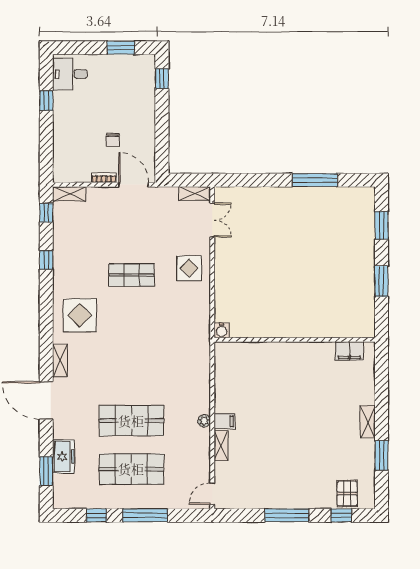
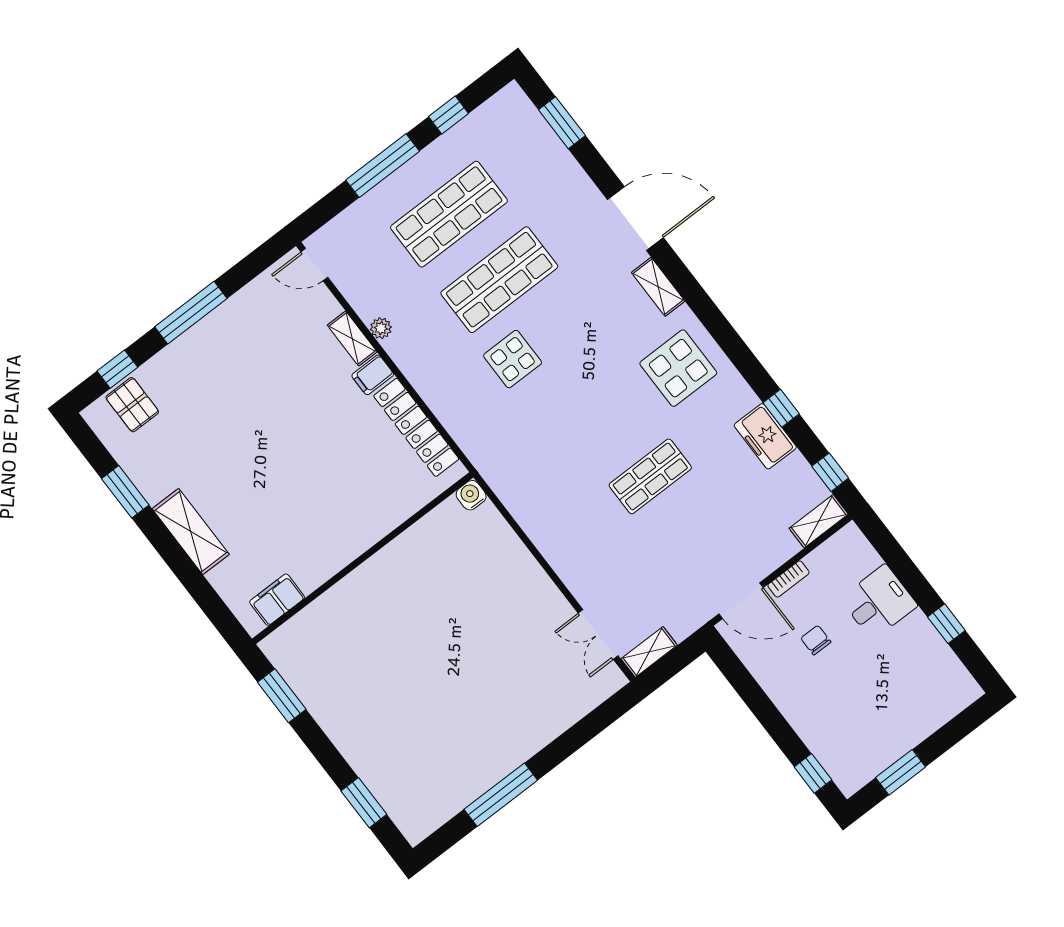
desk: (70, 74) -> (879, 602), moved
display table: (189, 268) -> (513, 359), moved
window: (381, 281) -> (282, 696), moved
locker: (223, 381) -> (416, 427), added
plant: (204, 421) -> (381, 328), moved
shelving: (368, 422) -> (191, 532), width x1.50, depth x1.33
freezer: (64, 457) -> (765, 436), moved
door: (212, 494) -> (314, 265), swing flipped

